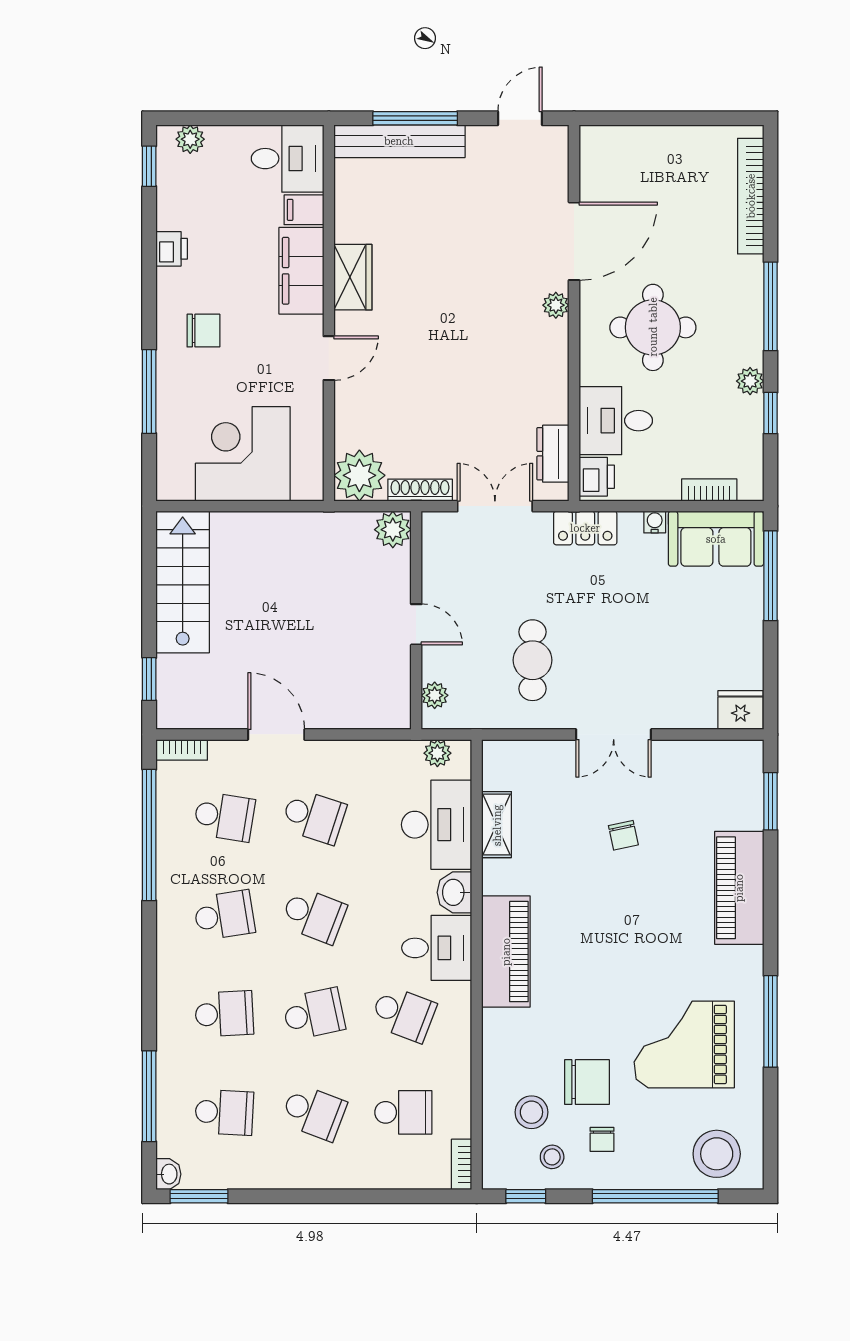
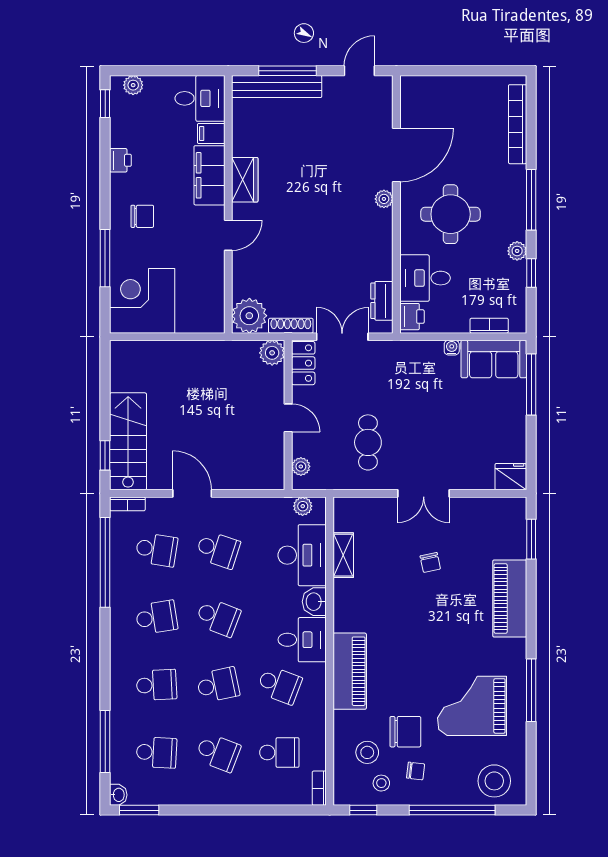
corner desk: (243, 454) -> (142, 301), moved
locker: (585, 528) -> (303, 363), moved, turned -90
stairs: (183, 582) -> (128, 441), moved
piano: (506, 952) -> (350, 671), moved
chair: (602, 1139) -> (416, 771), turned -83

